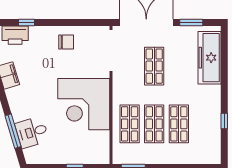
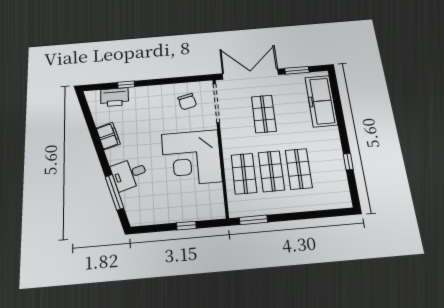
chair: (66, 42) -> (187, 102), moved, turned 76
desk: (32, 132) -> (129, 174), moved

